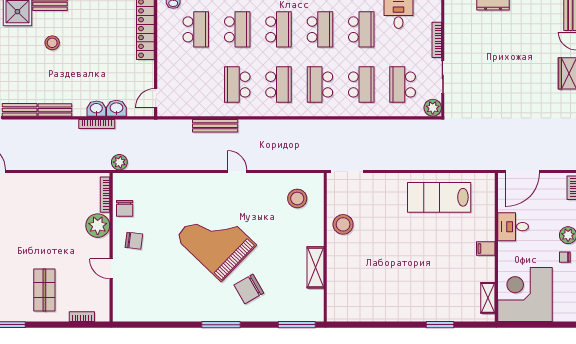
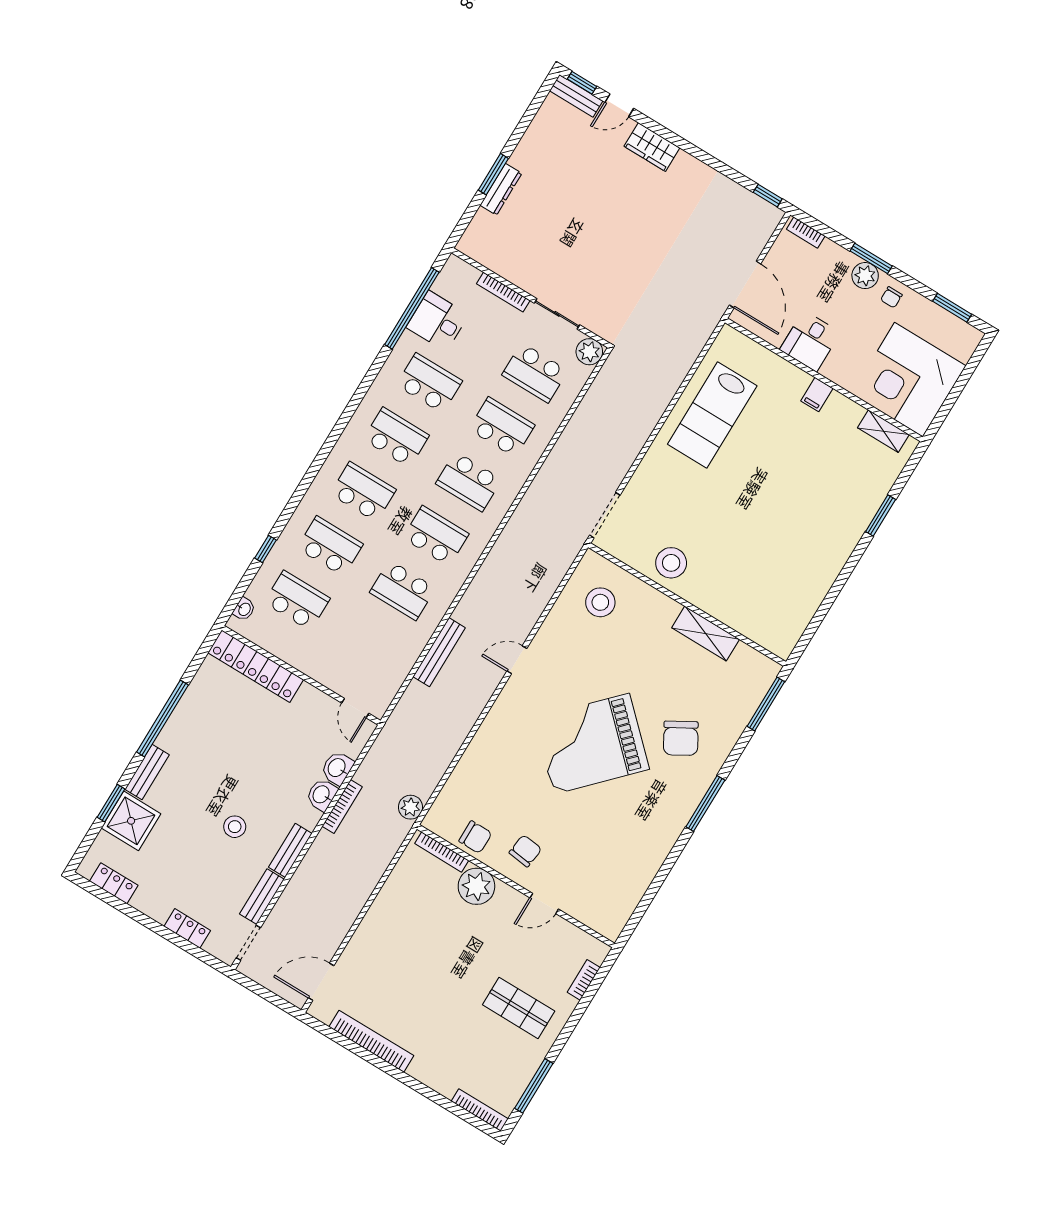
stool: (52, 43) -> (235, 827), moved

